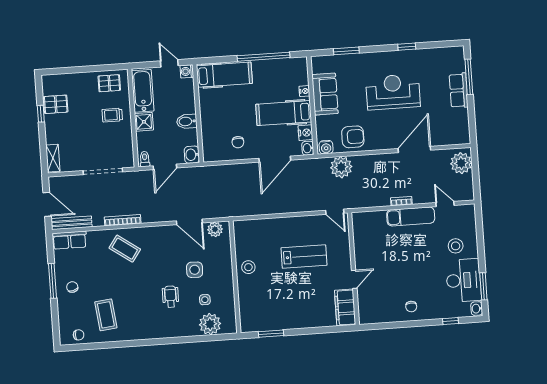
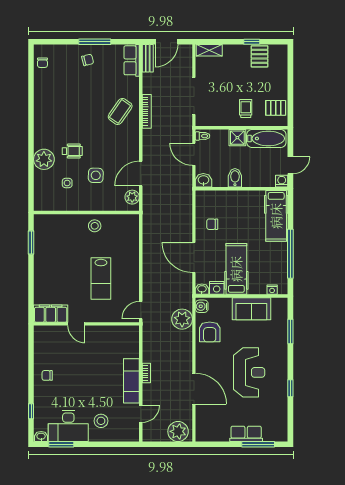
pallet: (109, 83) -> (276, 108), turned 90
nightstand: (304, 91) -> (272, 290), moved
bench: (72, 223) -> (148, 58), width x0.73
coffee table: (106, 315) -> (59, 89), removed
plant: (210, 324) -> (44, 159), moved

